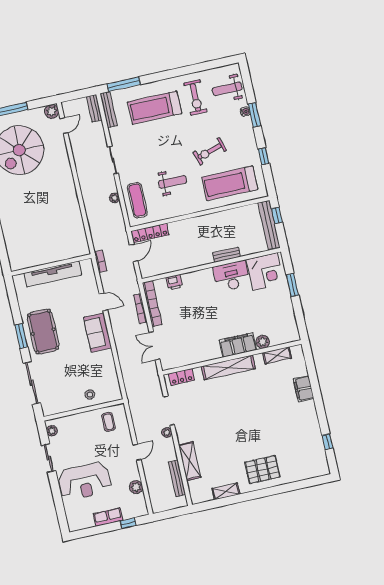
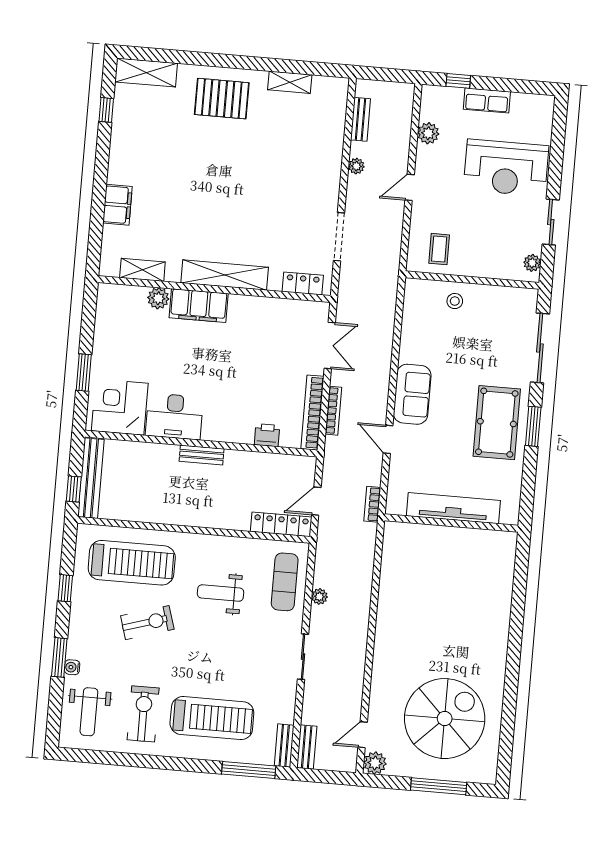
weight bench: (227, 89) -> (89, 712), turned 90
bench: (109, 110) -> (284, 746), width x0.73
bench: (226, 255) -> (202, 455), moved
plant: (167, 432) -> (356, 166), moved
shelving: (190, 461) -> (146, 73), moved, turned 90
bench: (177, 478) -> (360, 119), width x0.73
reception desk: (84, 481) -> (506, 168), turned 180

